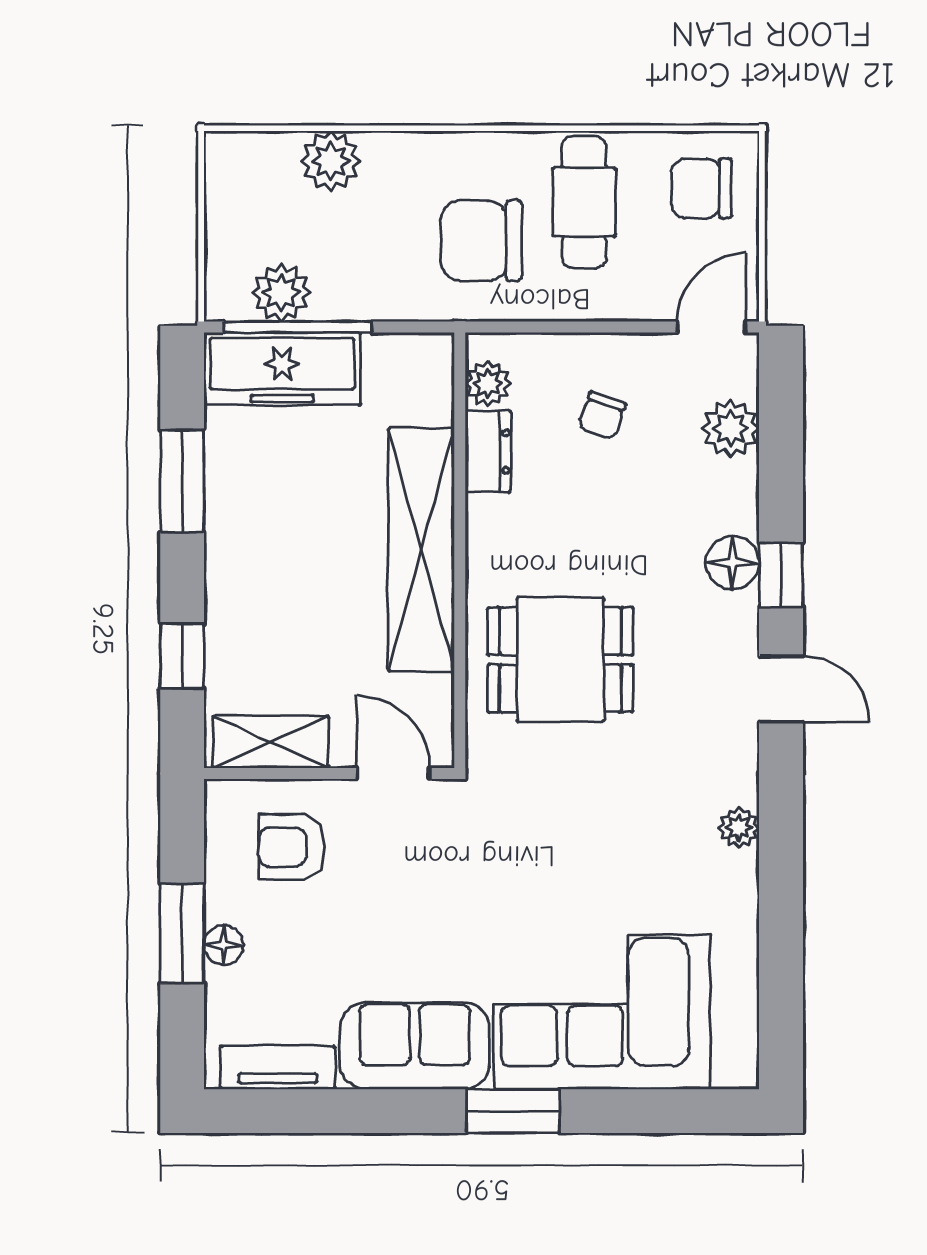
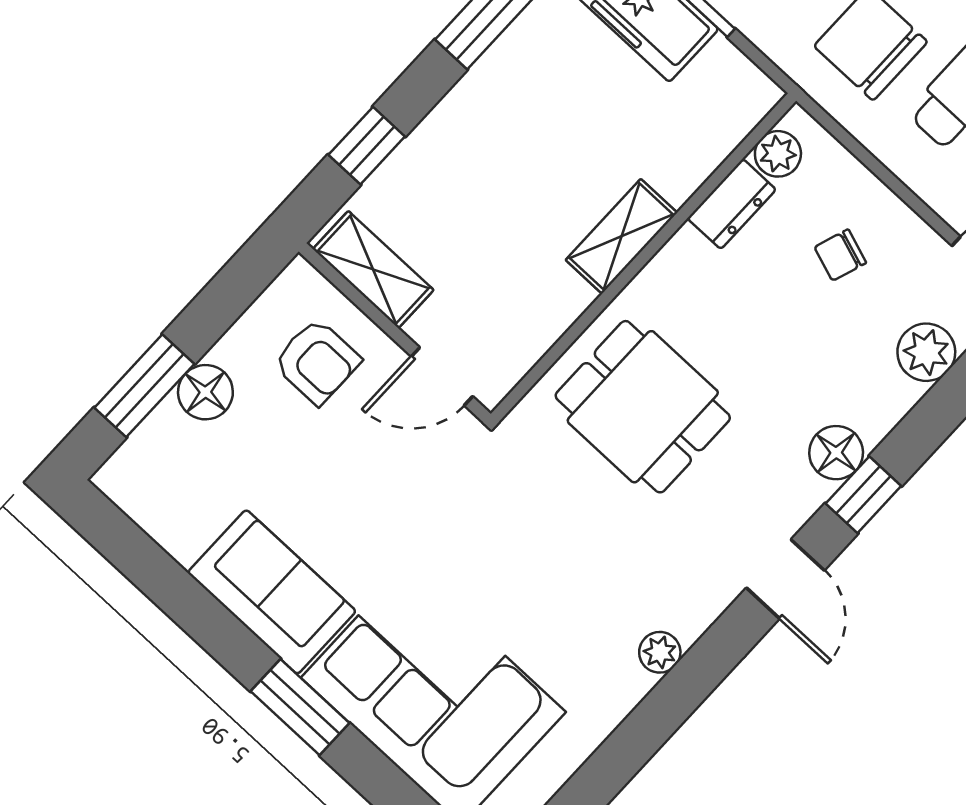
shelving: (421, 550) -> (621, 236), width x0.45, depth x0.75
door: (393, 773) -> (442, 376), swing flipped
armchair: (292, 847) -> (317, 361), turned 180
window: (182, 933) -> (144, 386), moved
floor lamp: (224, 945) -> (205, 392), width x1.37, depth x1.37
tv unit: (278, 1067) -> (156, 514), removed

